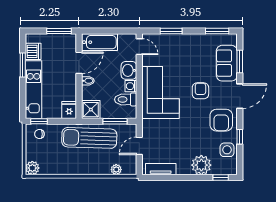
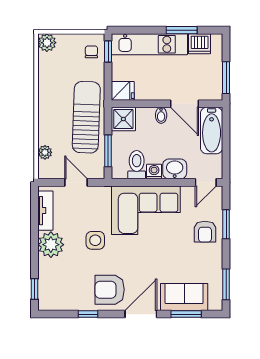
armchair: (200, 91) -> (205, 232), moved, turned 90
door: (240, 96) -> (141, 314), swing flipped
side table: (227, 150) -> (95, 240), moved
plant: (201, 165) -> (51, 245), moved

